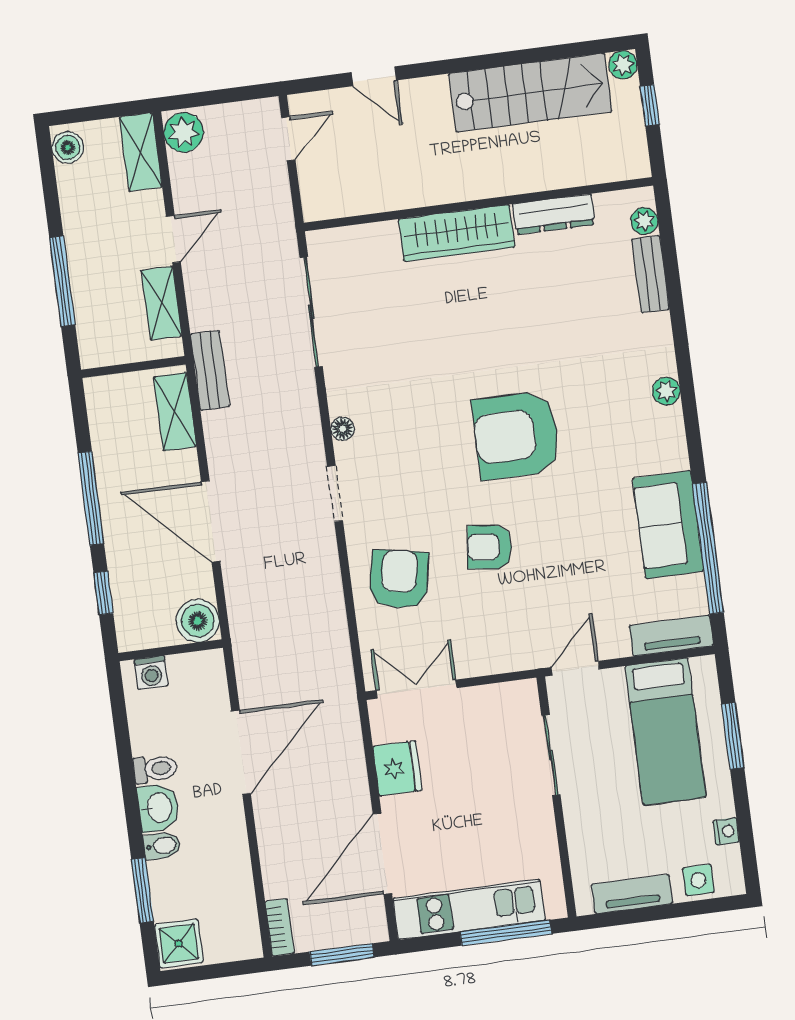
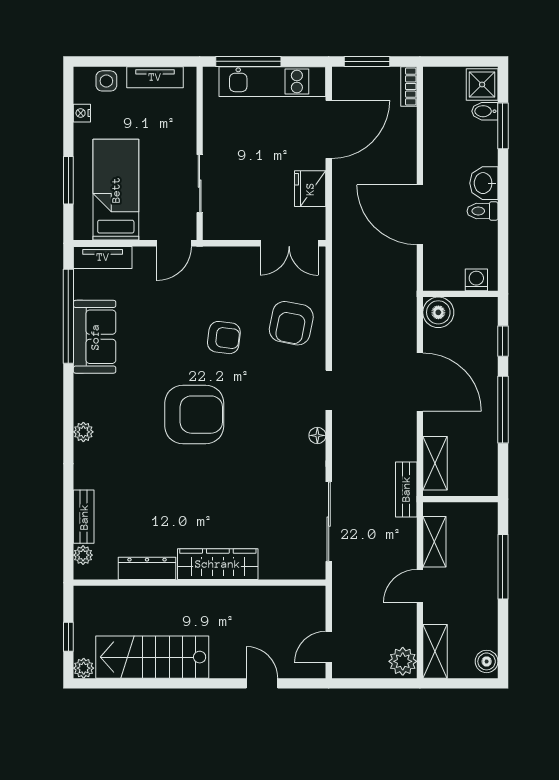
door: (241, 752) -> (420, 215), hinge flipped
bidet: (162, 846) -> (485, 111), moved

